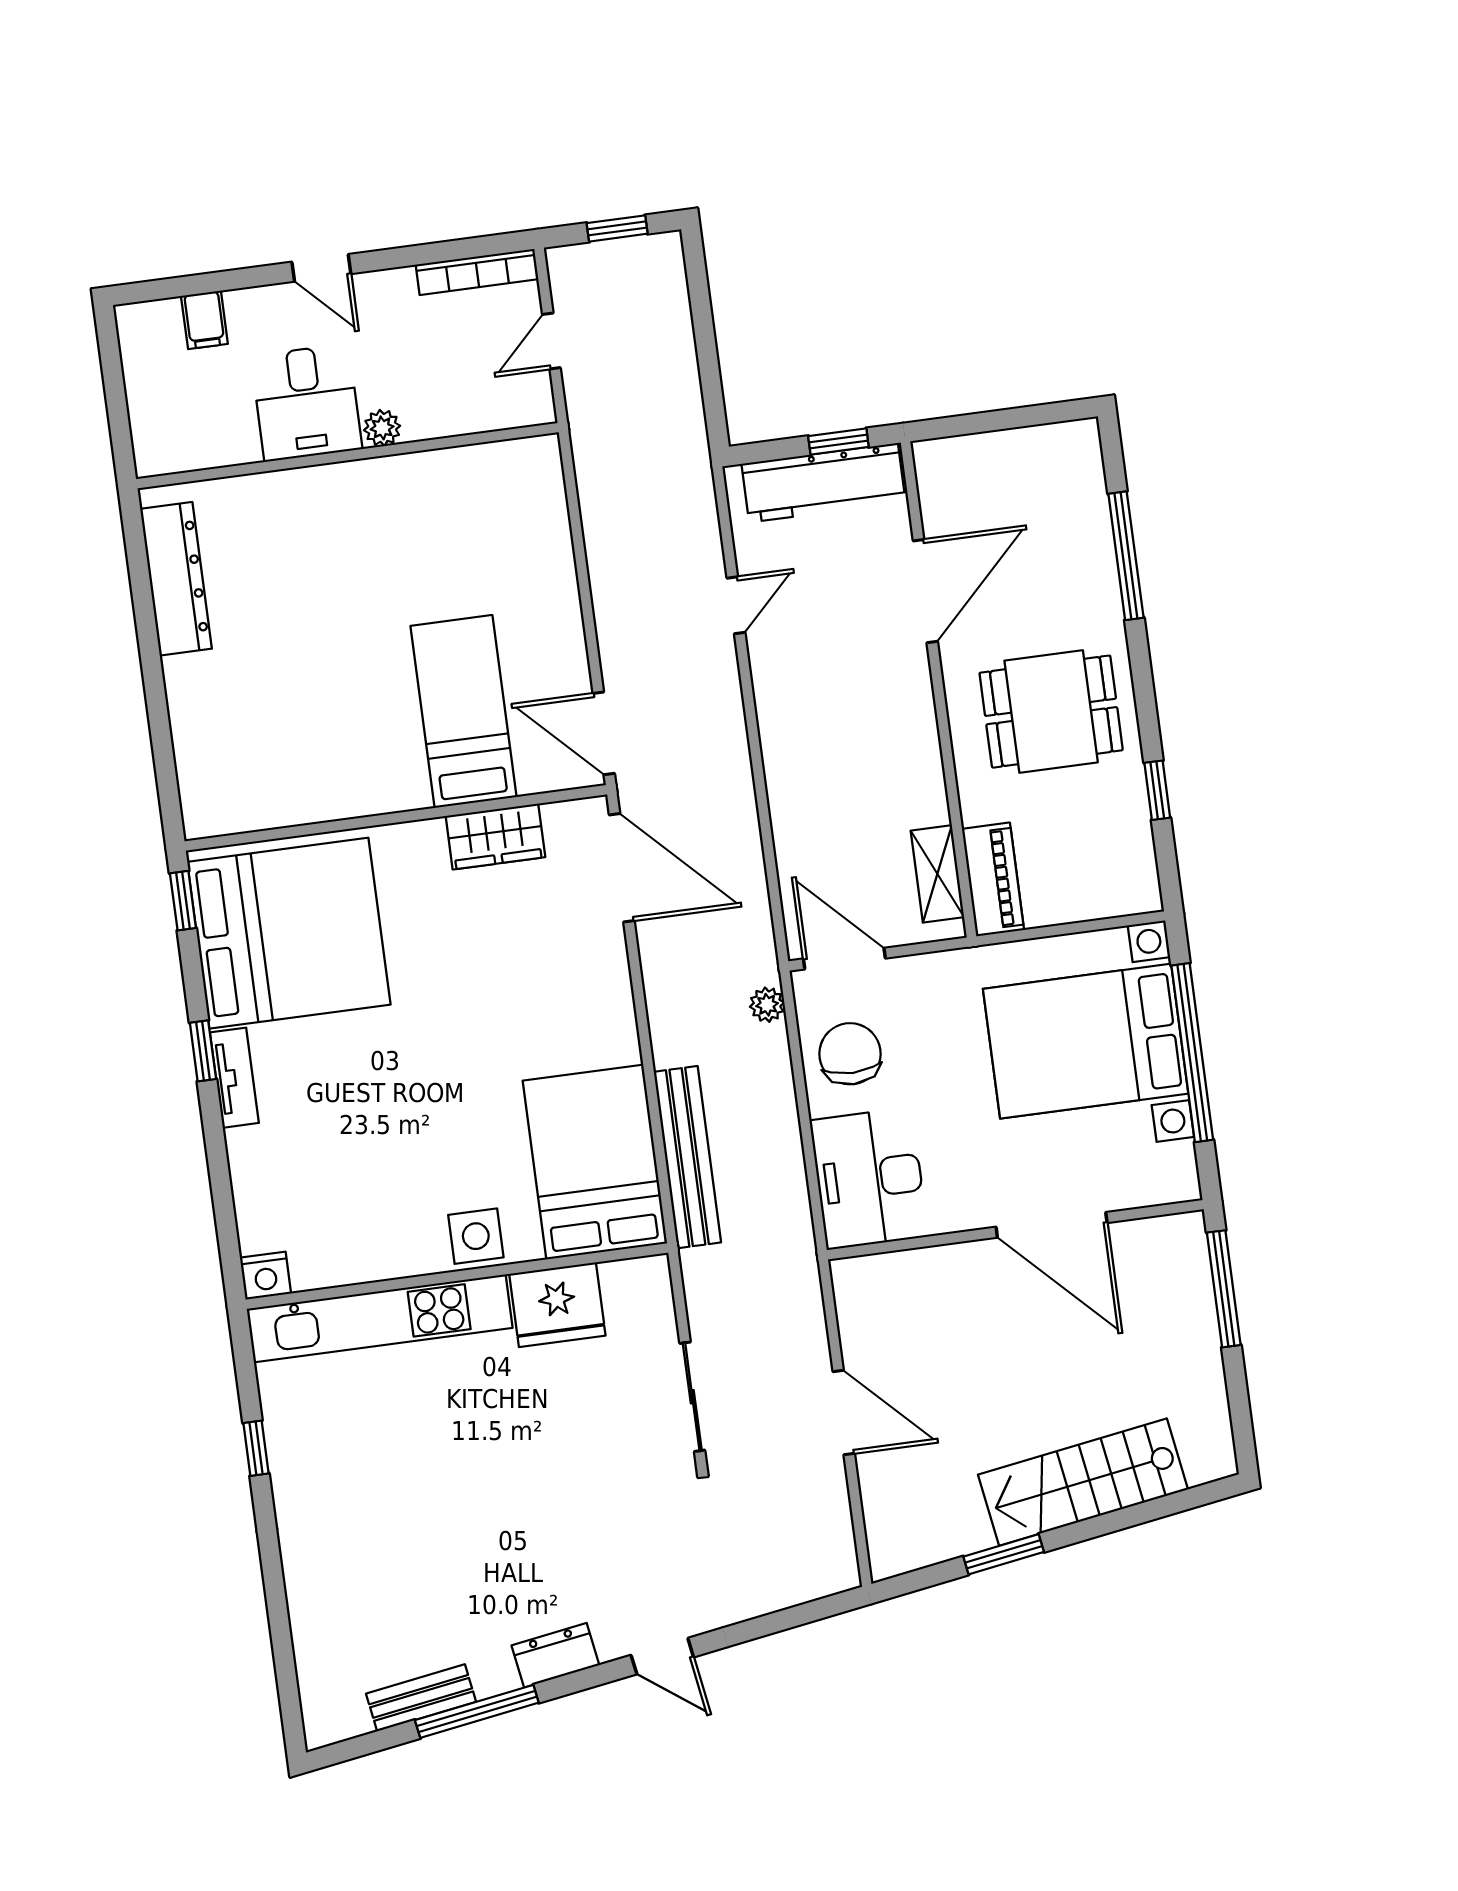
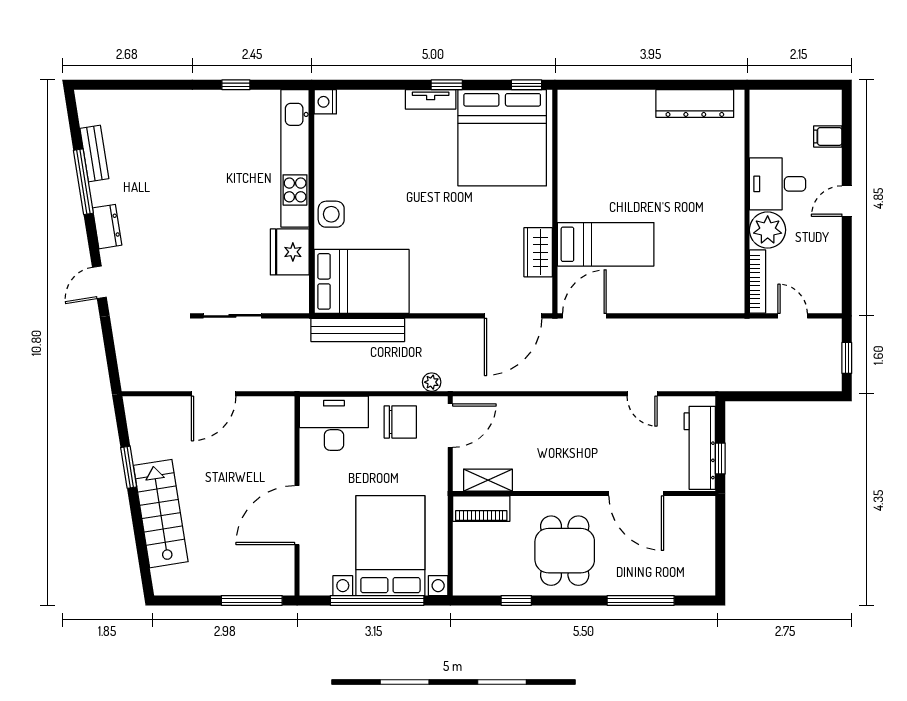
bookcase: (477, 272) -> (758, 282), moved, turned 180
plant: (382, 428) -> (768, 230), width x1.88, depth x1.88

